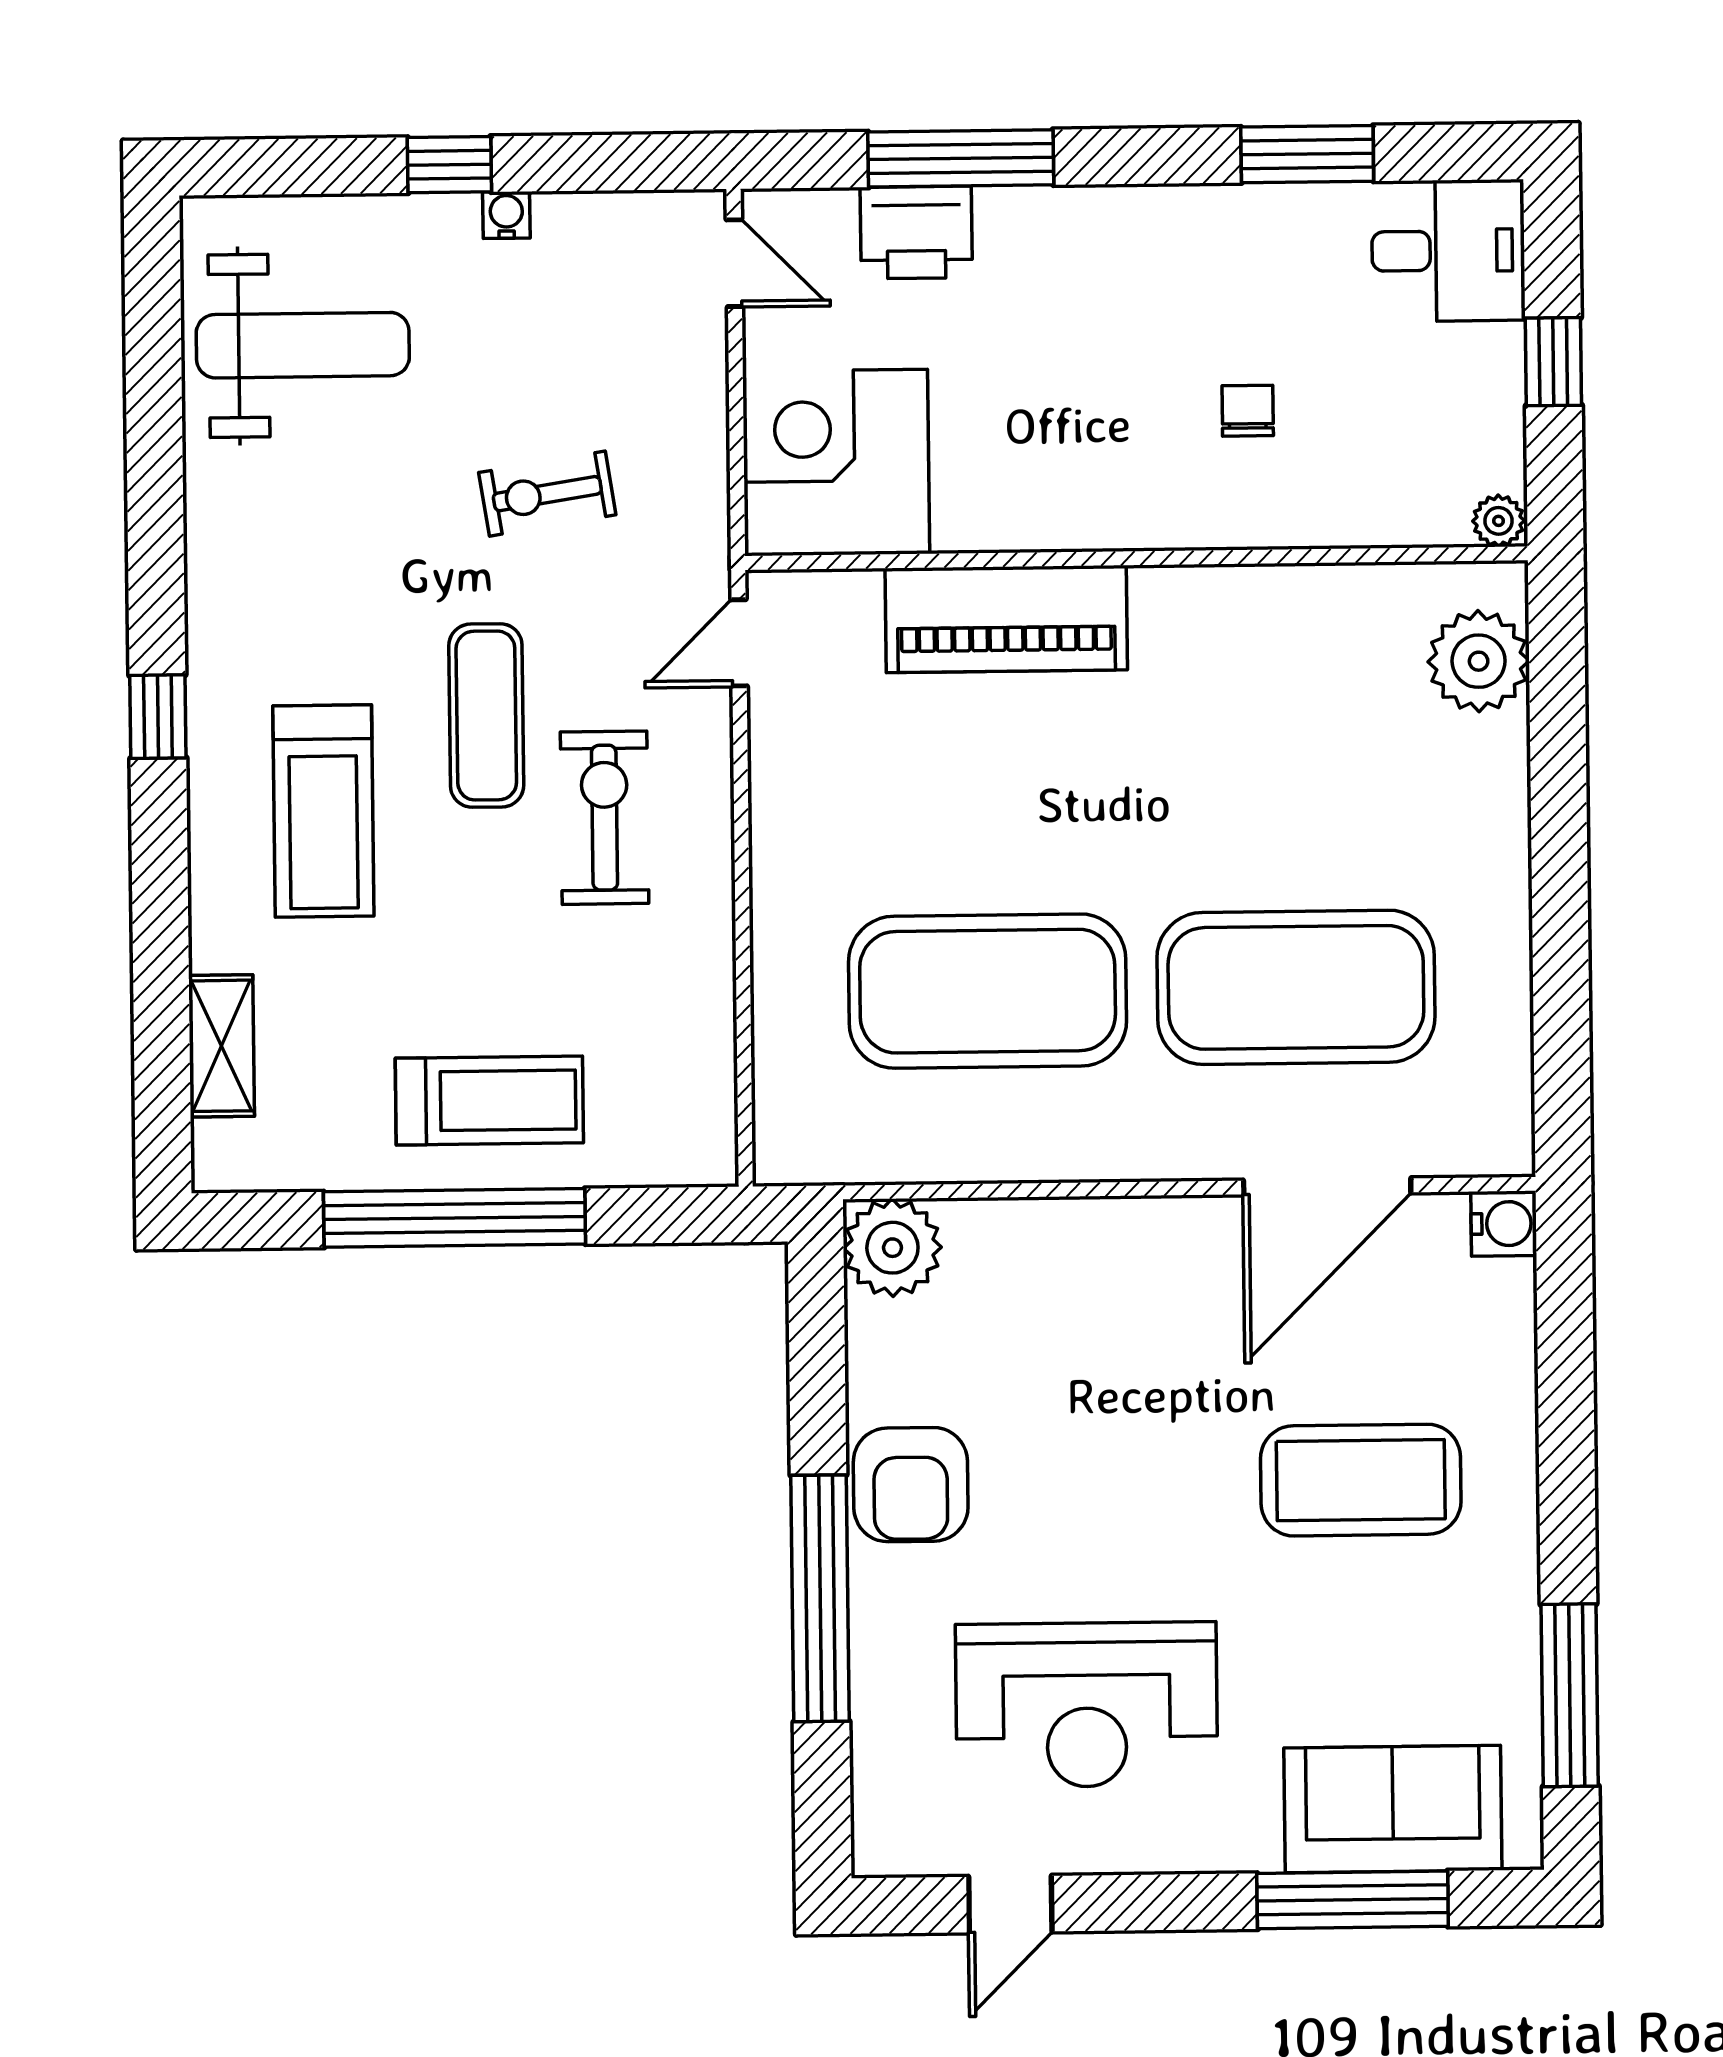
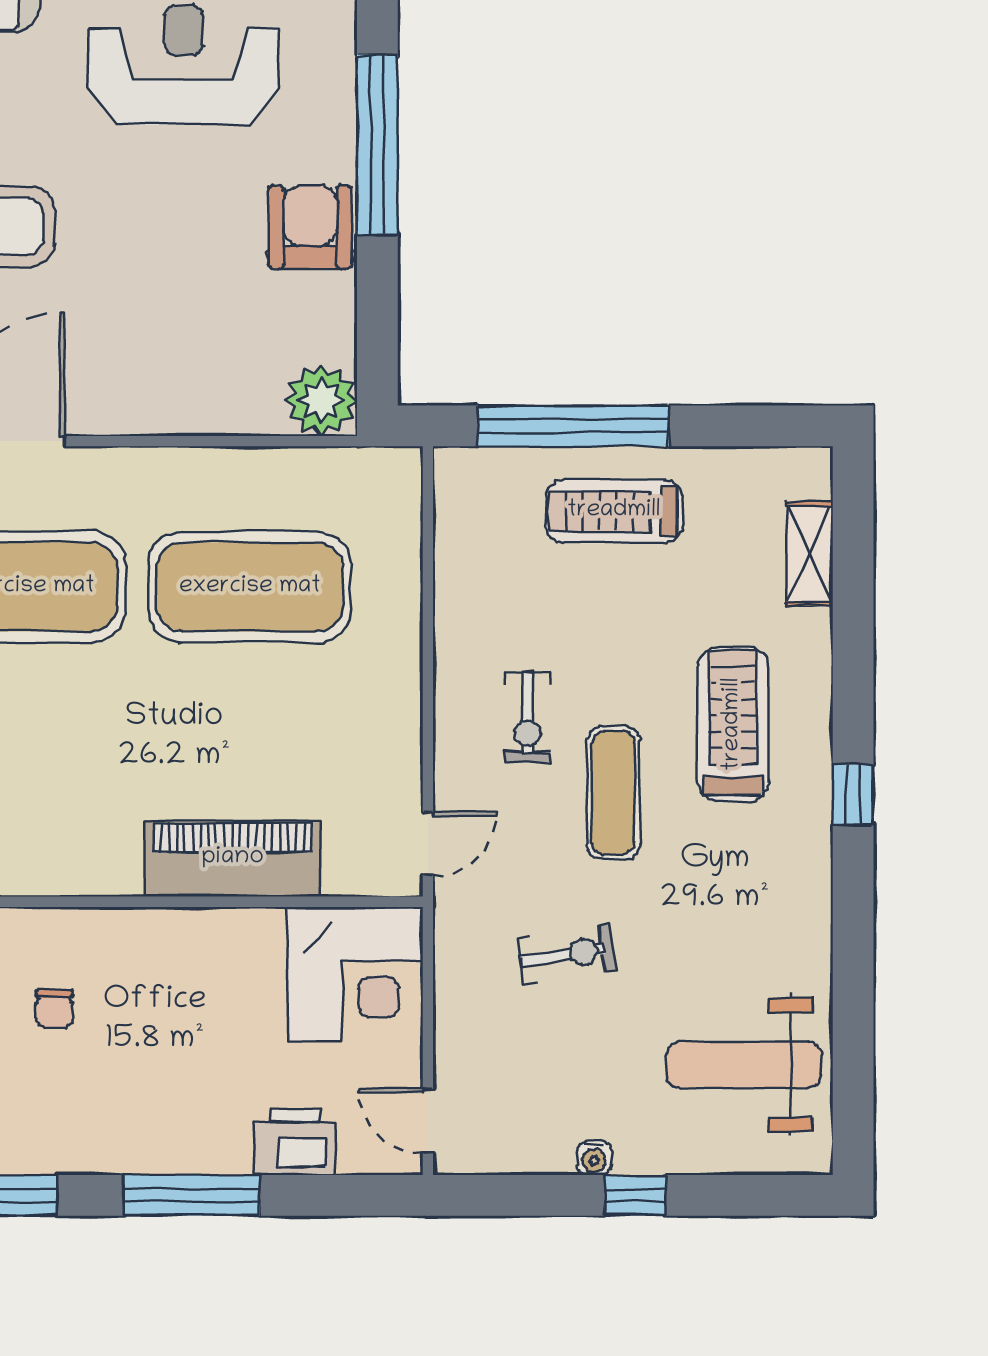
window: (961, 158) -> (192, 1195), moved
exercise bike: (605, 818) -> (528, 717), width x0.73, depth x0.72
window: (455, 1218) -> (573, 426), moved

